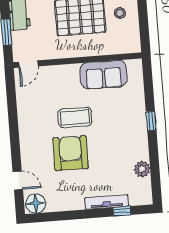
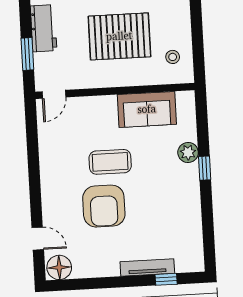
stool: (120, 13) -> (173, 57), moved
armchair: (71, 153) -> (104, 206), turned 180
plant: (142, 169) -> (188, 153), moved

